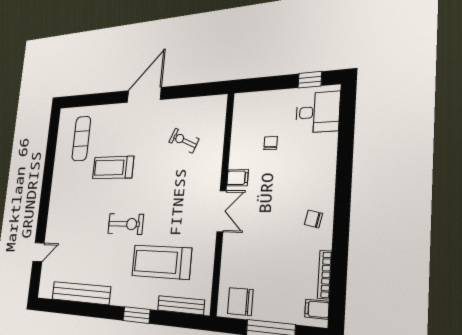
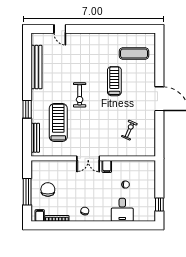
desk: (318, 112) -> (122, 210), moved
chair: (240, 302) -> (48, 189), moved

